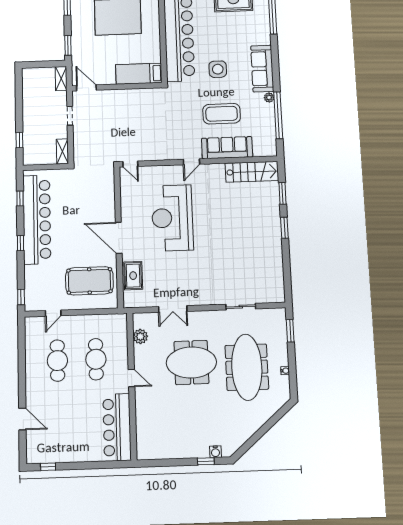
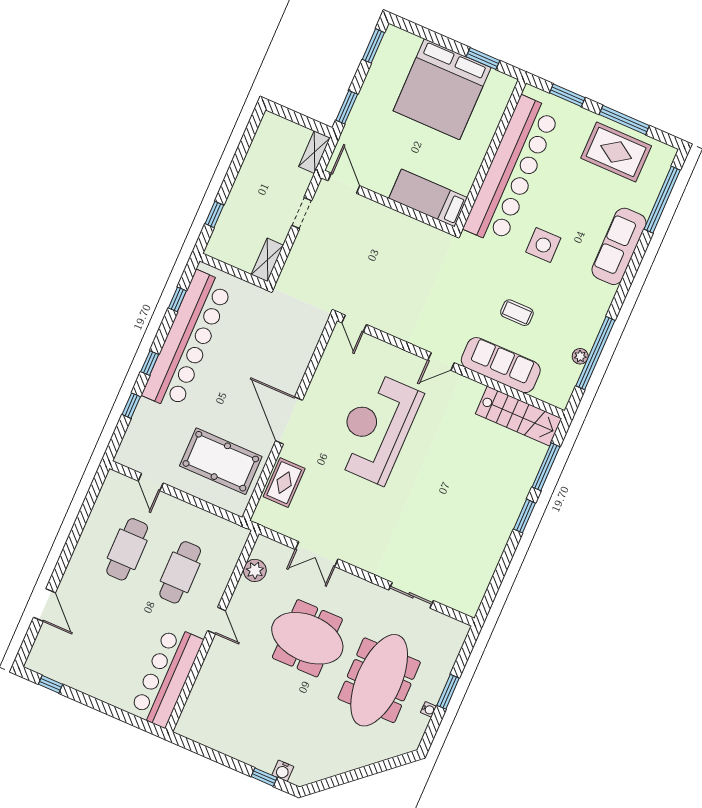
sofa: (262, 69) -> (619, 246), moved
plant: (269, 97) -> (580, 356), moved
coffee table: (222, 114) -> (517, 313), width x0.54, depth x0.58
window: (282, 193) -> (546, 467), width x1.44
window: (21, 297) -> (131, 406), moved
door: (53, 313) -> (151, 482), hinge flipped
window: (290, 331) -> (448, 692), moved

